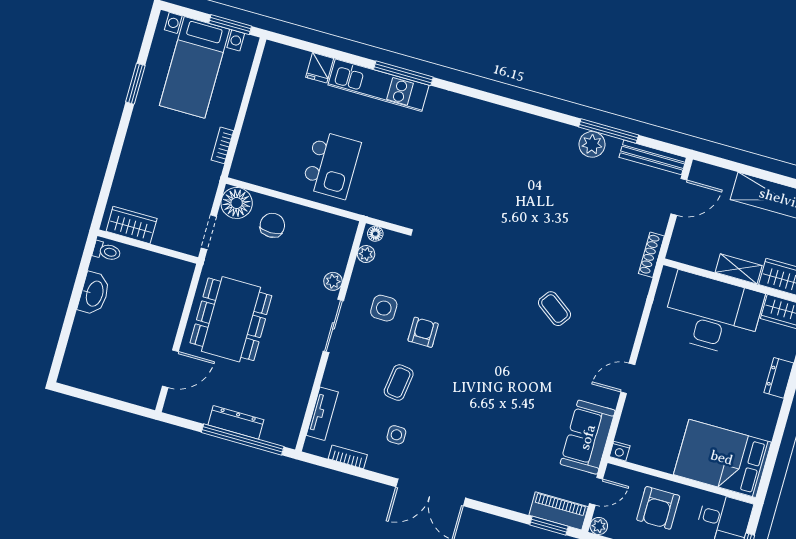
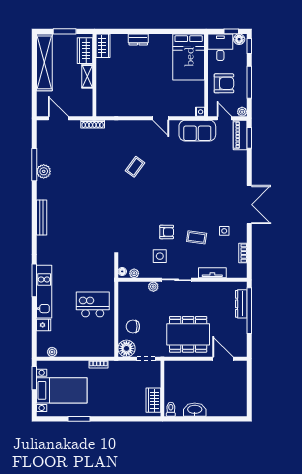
plant: (267, 69) -> (52, 352), added
bench: (653, 157) -> (42, 217), moved
desk: (713, 314) -> (115, 83), removed
armchair: (423, 332) -> (167, 232), turned 180
tv unit: (322, 414) -> (212, 273), moved
dresser: (236, 422) -> (241, 304), moved

